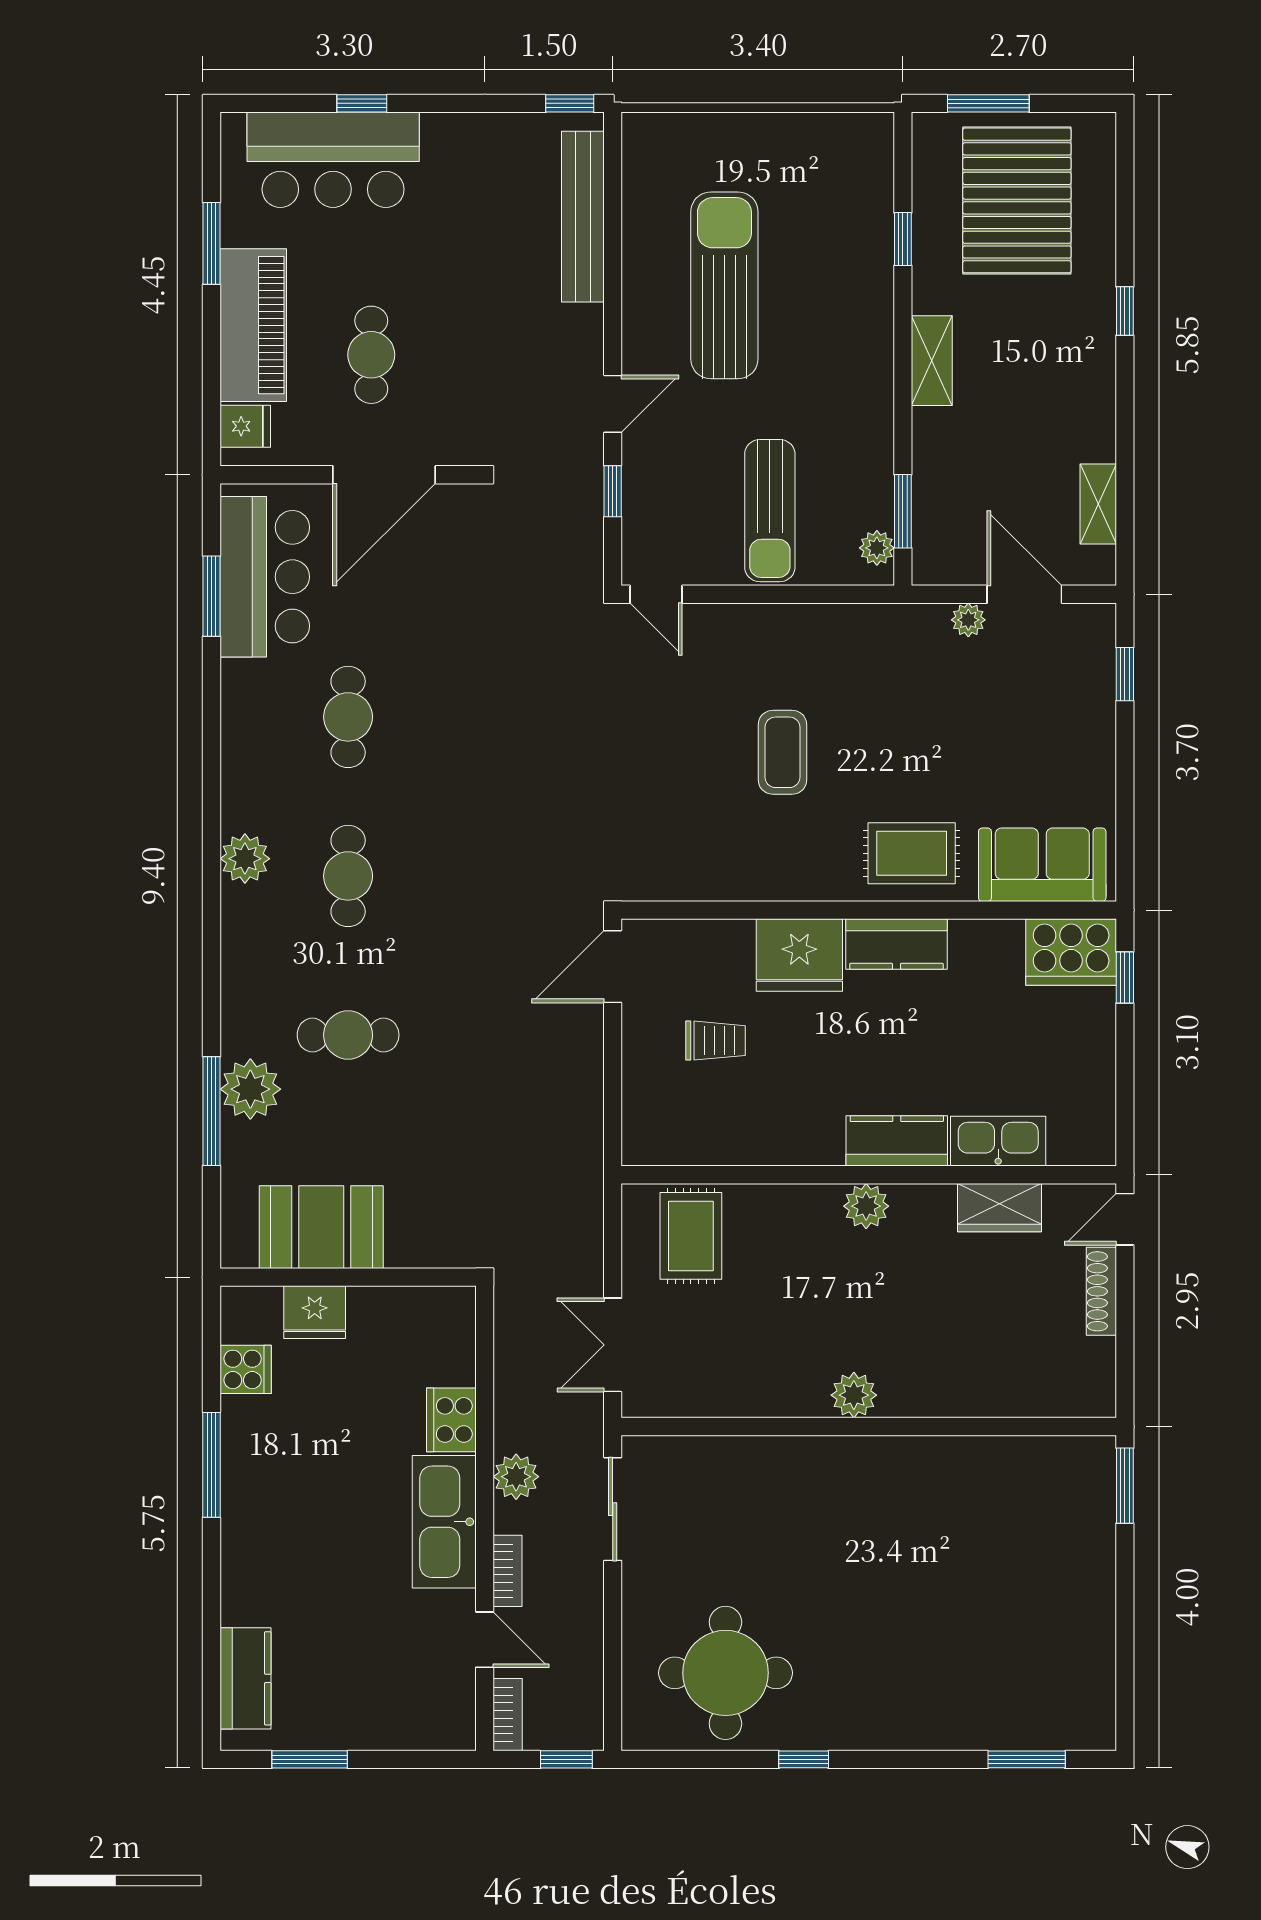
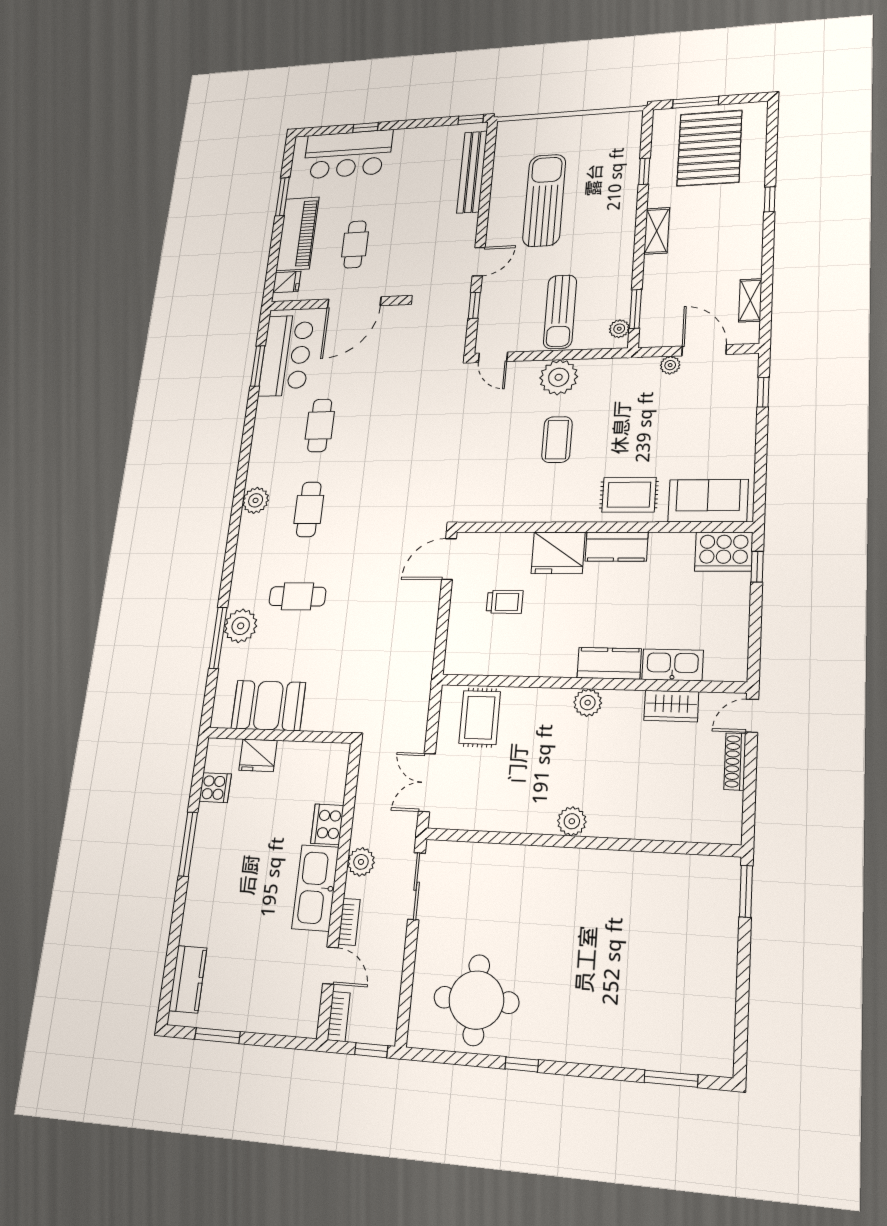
plant: (777, 636) -> (559, 377), added

